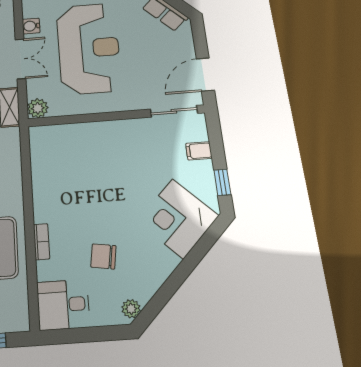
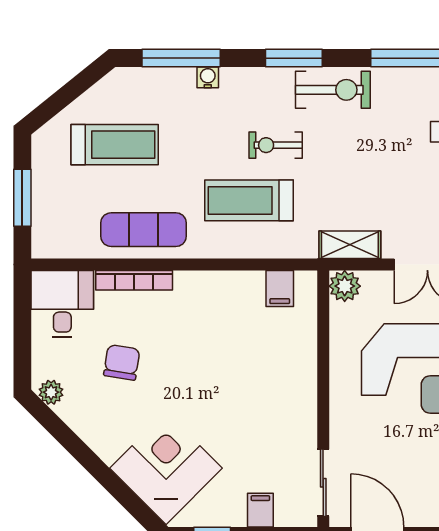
filing cabinet: (42, 150) -> (280, 289), added
bookcase: (42, 242) -> (134, 280), width x1.56

